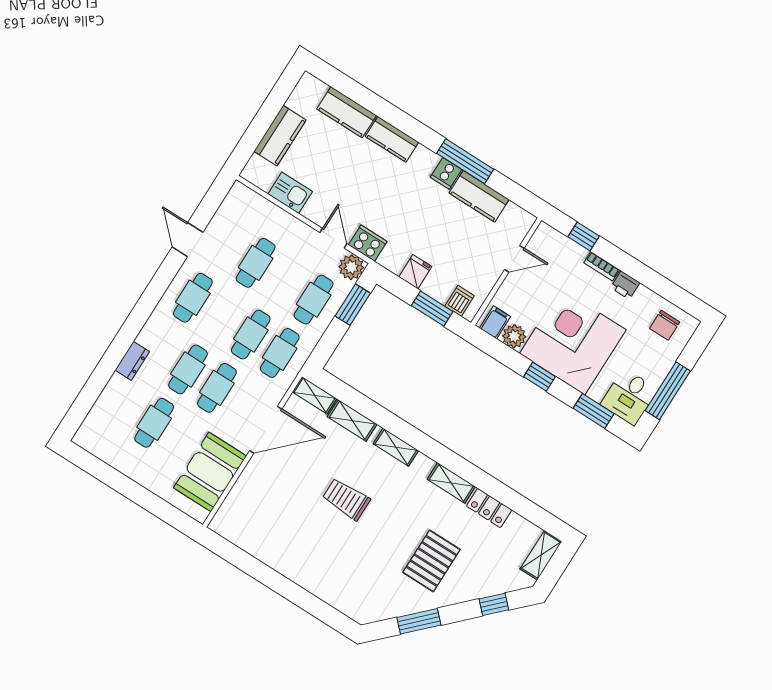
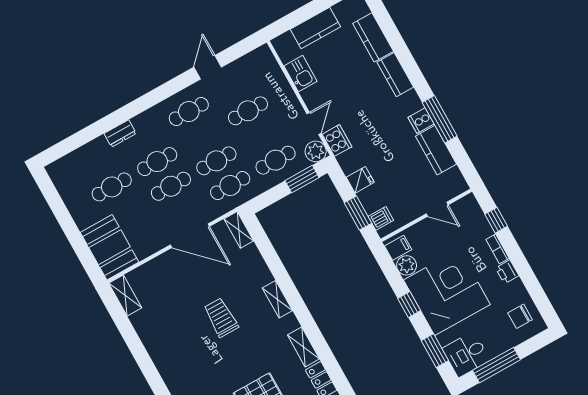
shelving: (352, 420) -> (125, 295), moved
booth: (210, 472) -> (110, 247), moved, turned 90

